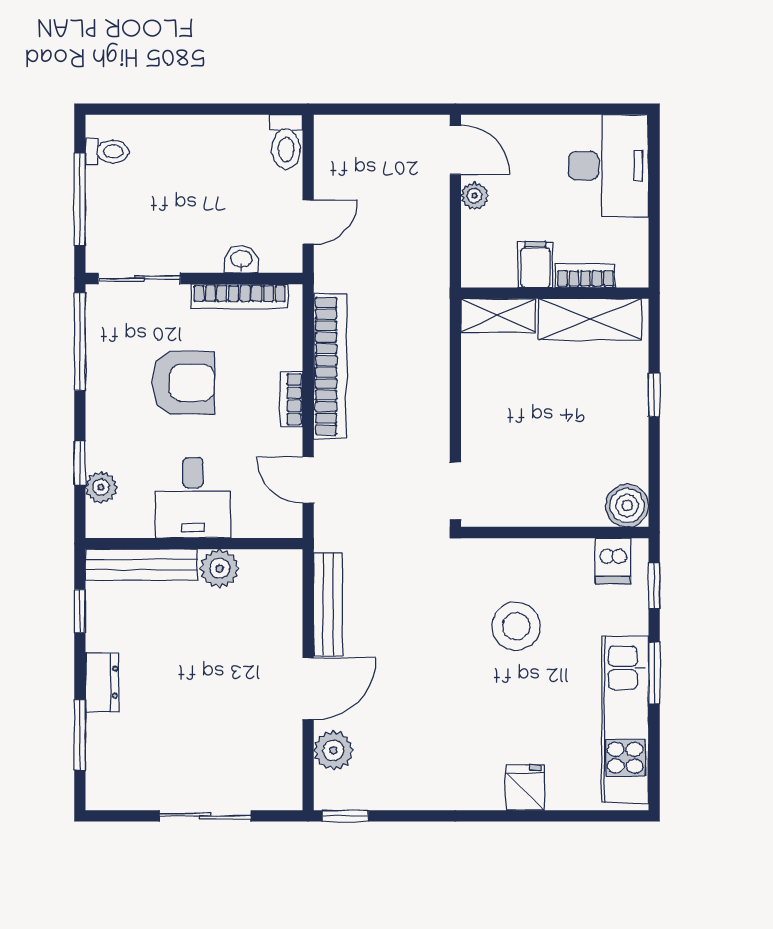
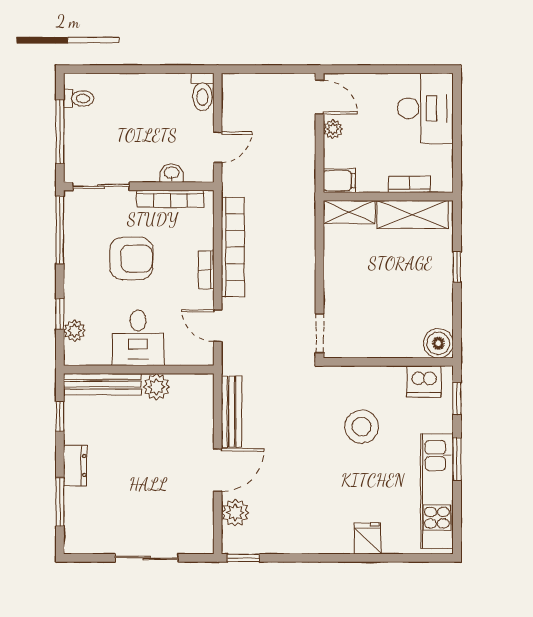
filing cabinet: (535, 265) -> (339, 181), moved, turned 90
dishwasher: (613, 561) -> (424, 382), width x1.38

